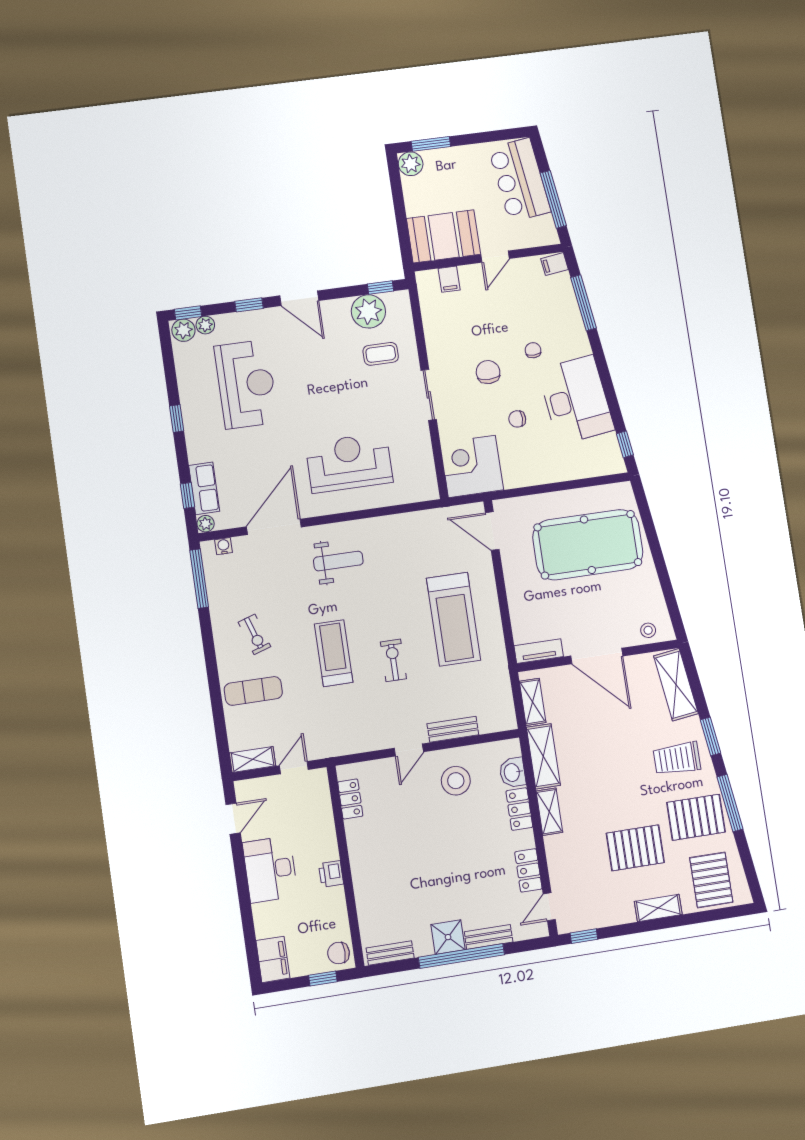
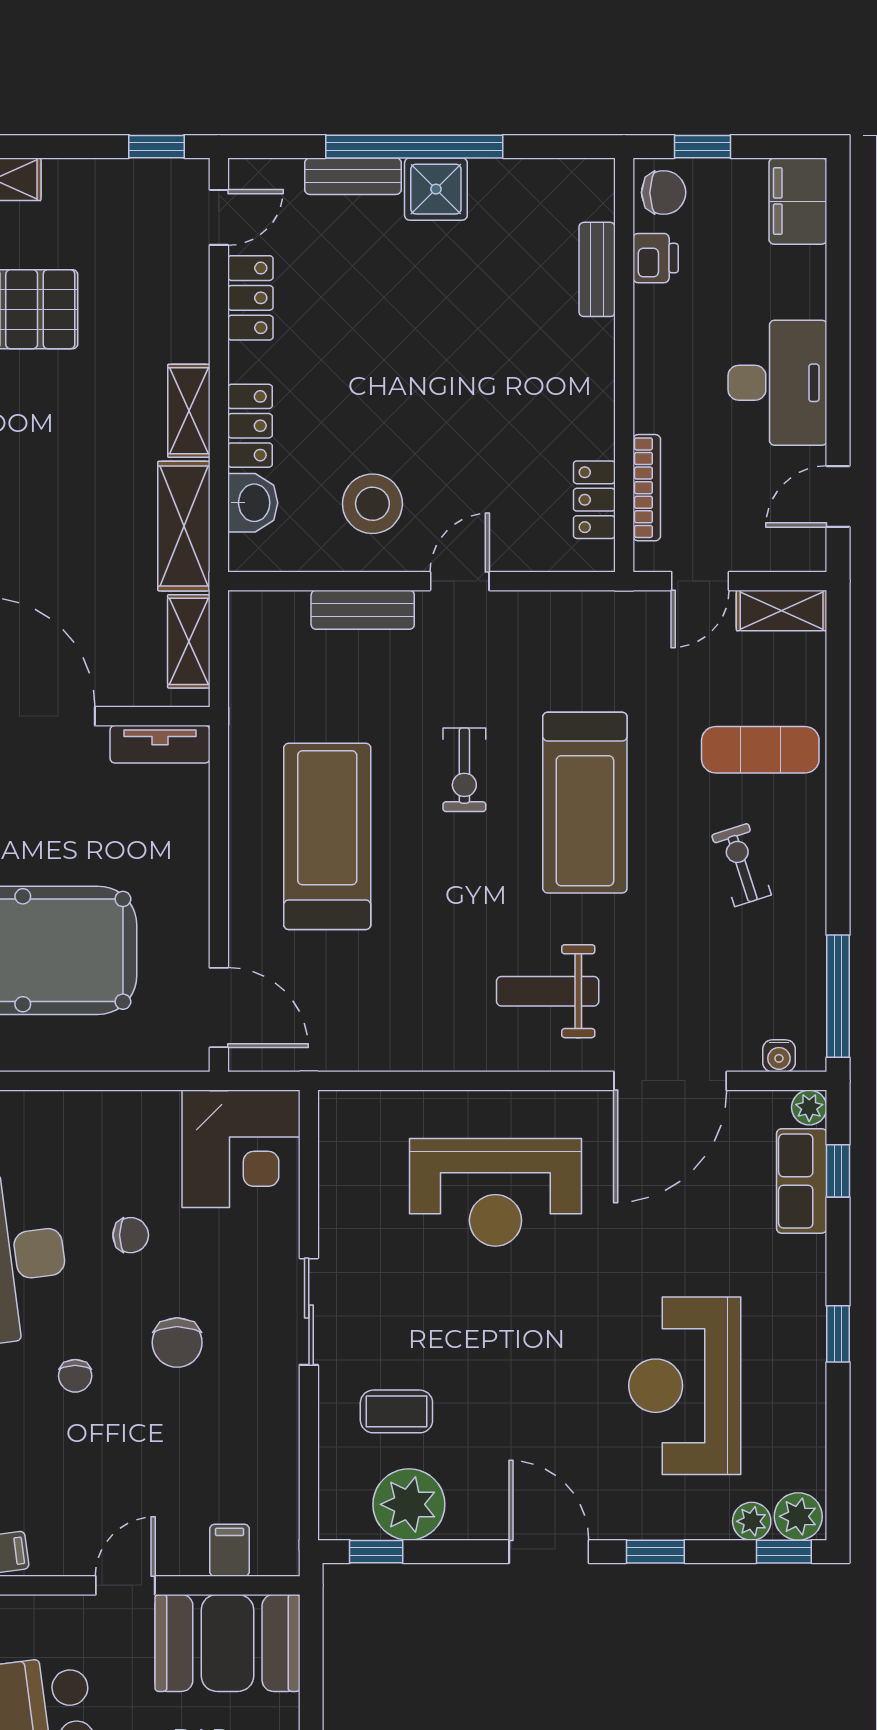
treadmill: (334, 653) -> (585, 803), width x1.37, depth x1.37
bookcase: (326, 809) -> (647, 488), added
printer: (331, 874) -> (656, 258), moved
bench: (390, 953) -> (597, 269), moved, turned 90

